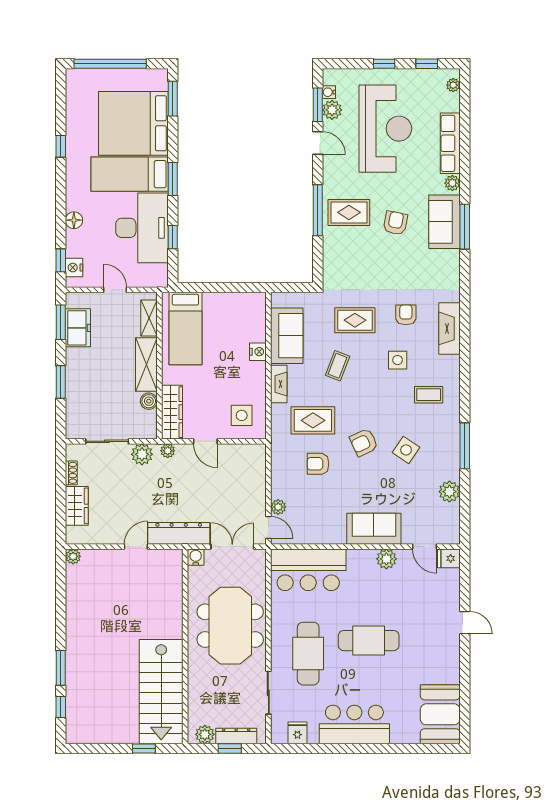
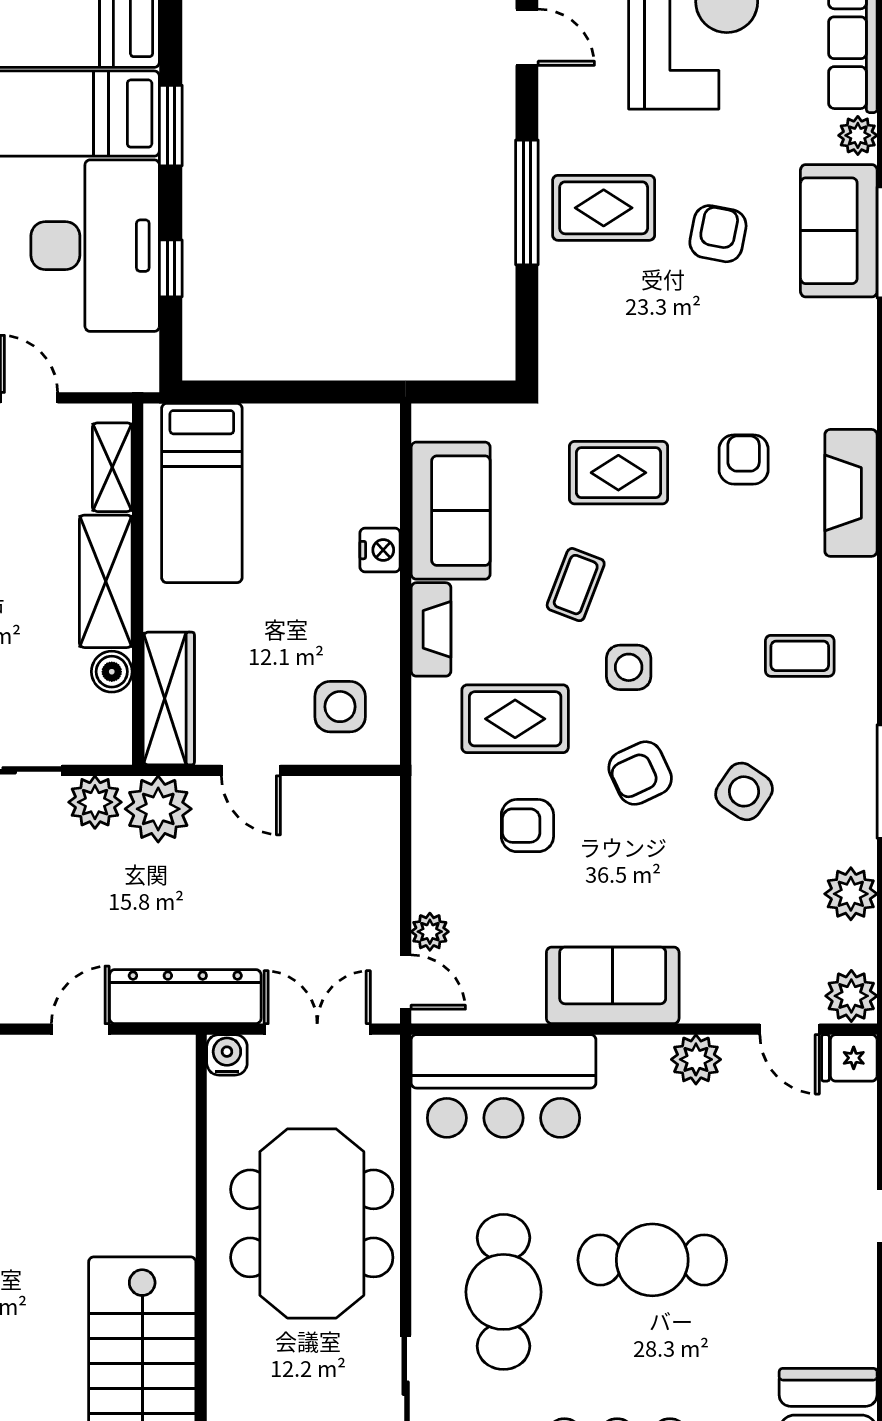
side table: (398, 360) -> (629, 667), moved
plant: (168, 451) -> (158, 809), width x1.87, depth x1.87
sofa: (374, 529) -> (613, 985), moved
plant: (450, 533) -> (851, 996), added

